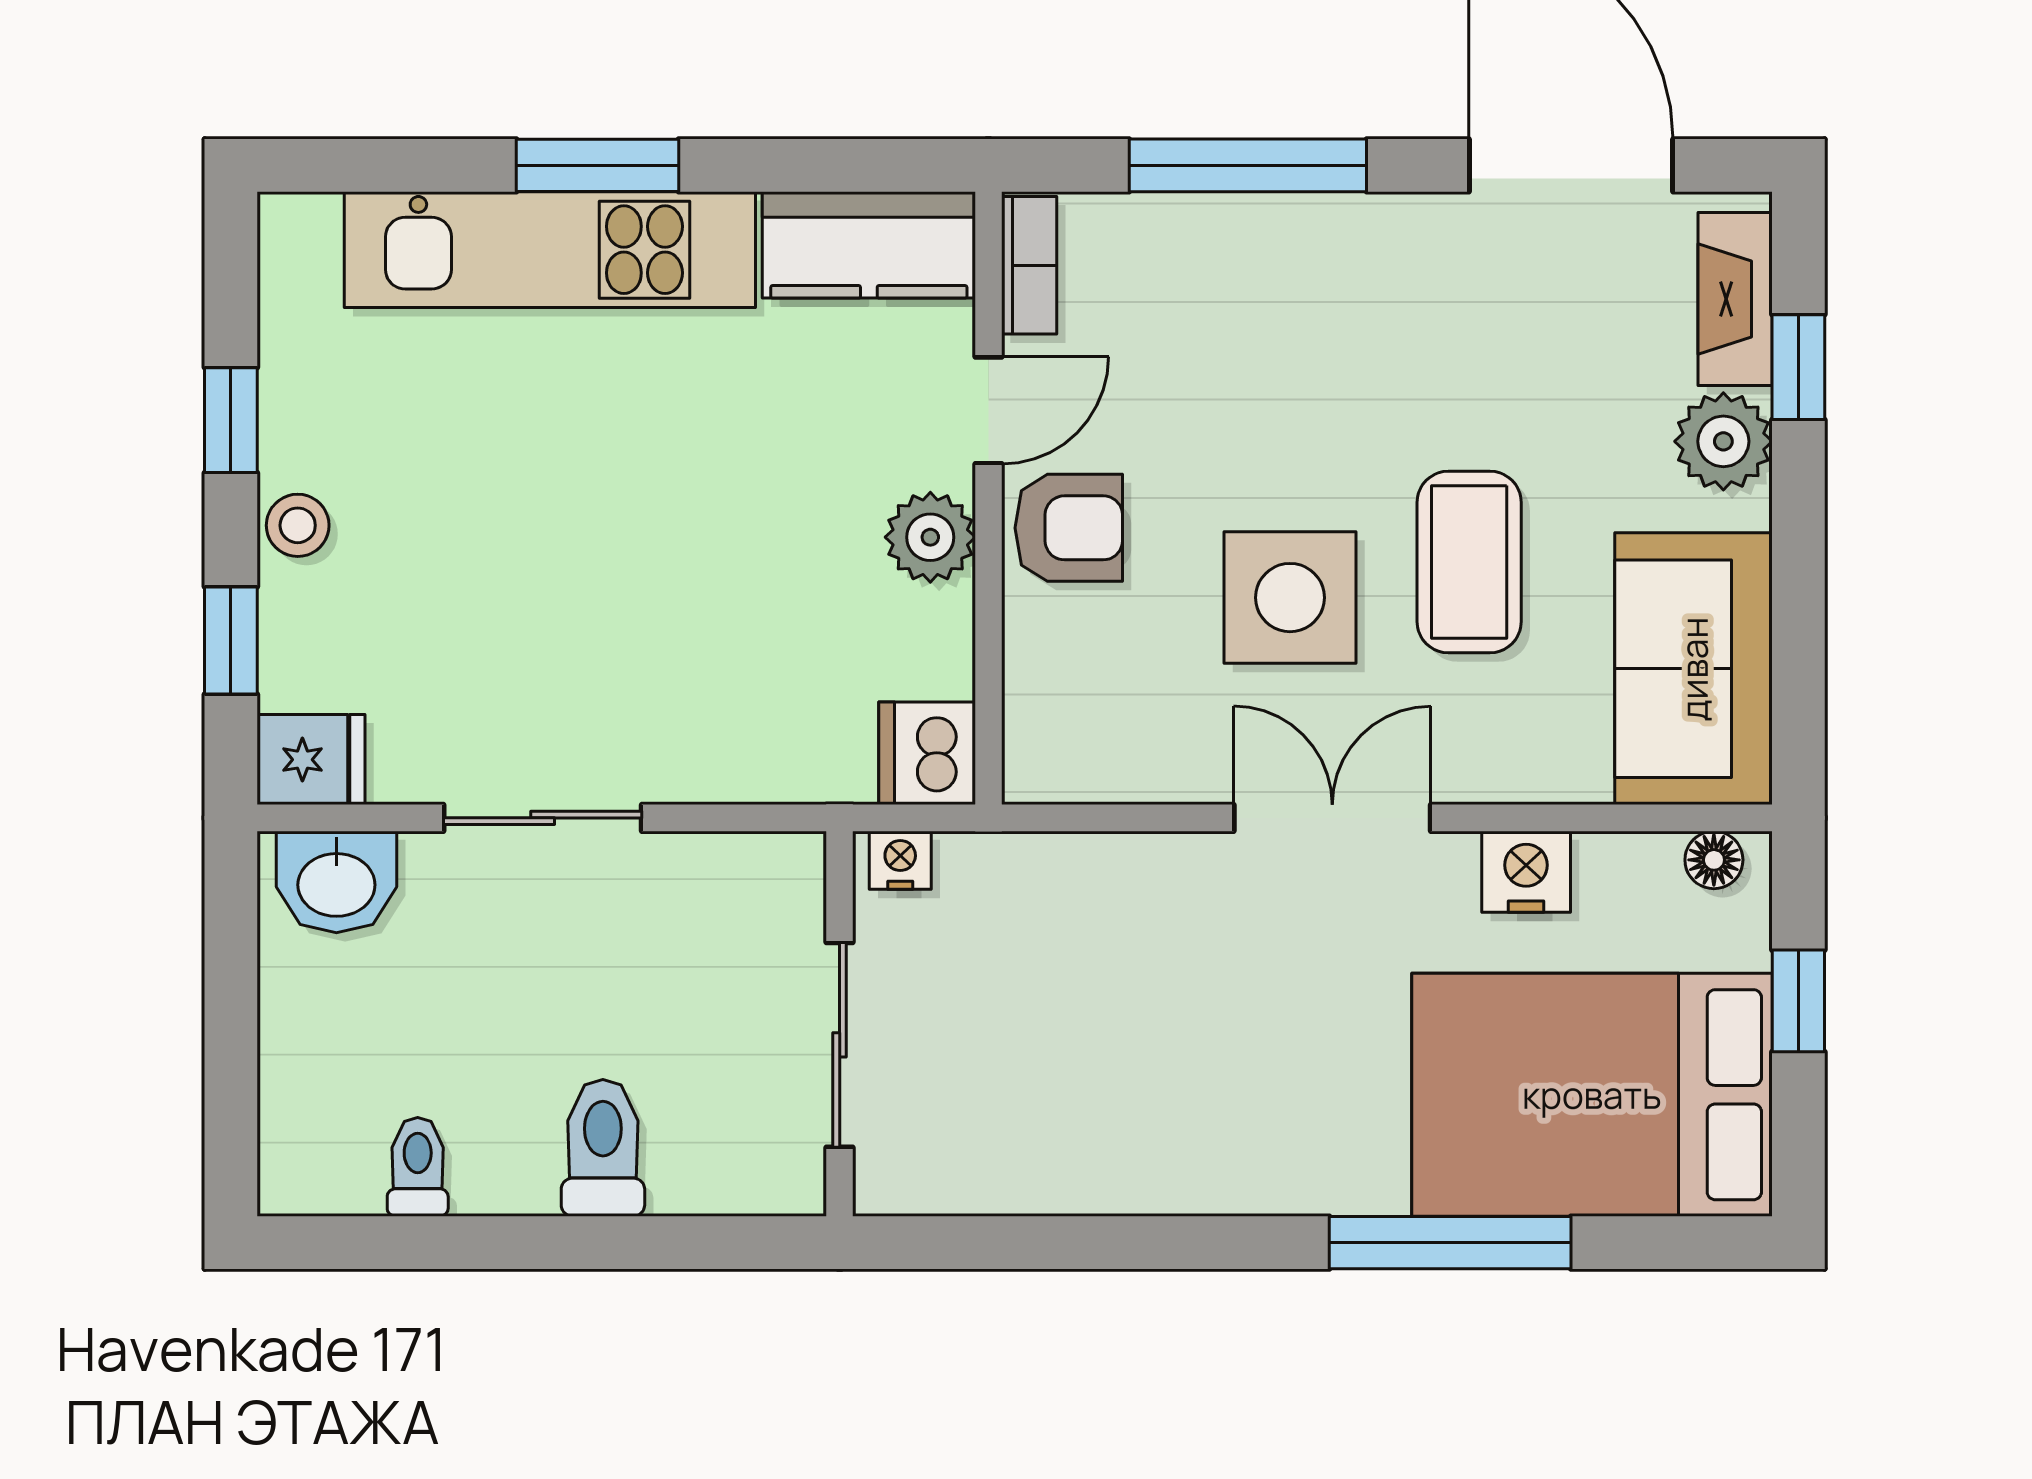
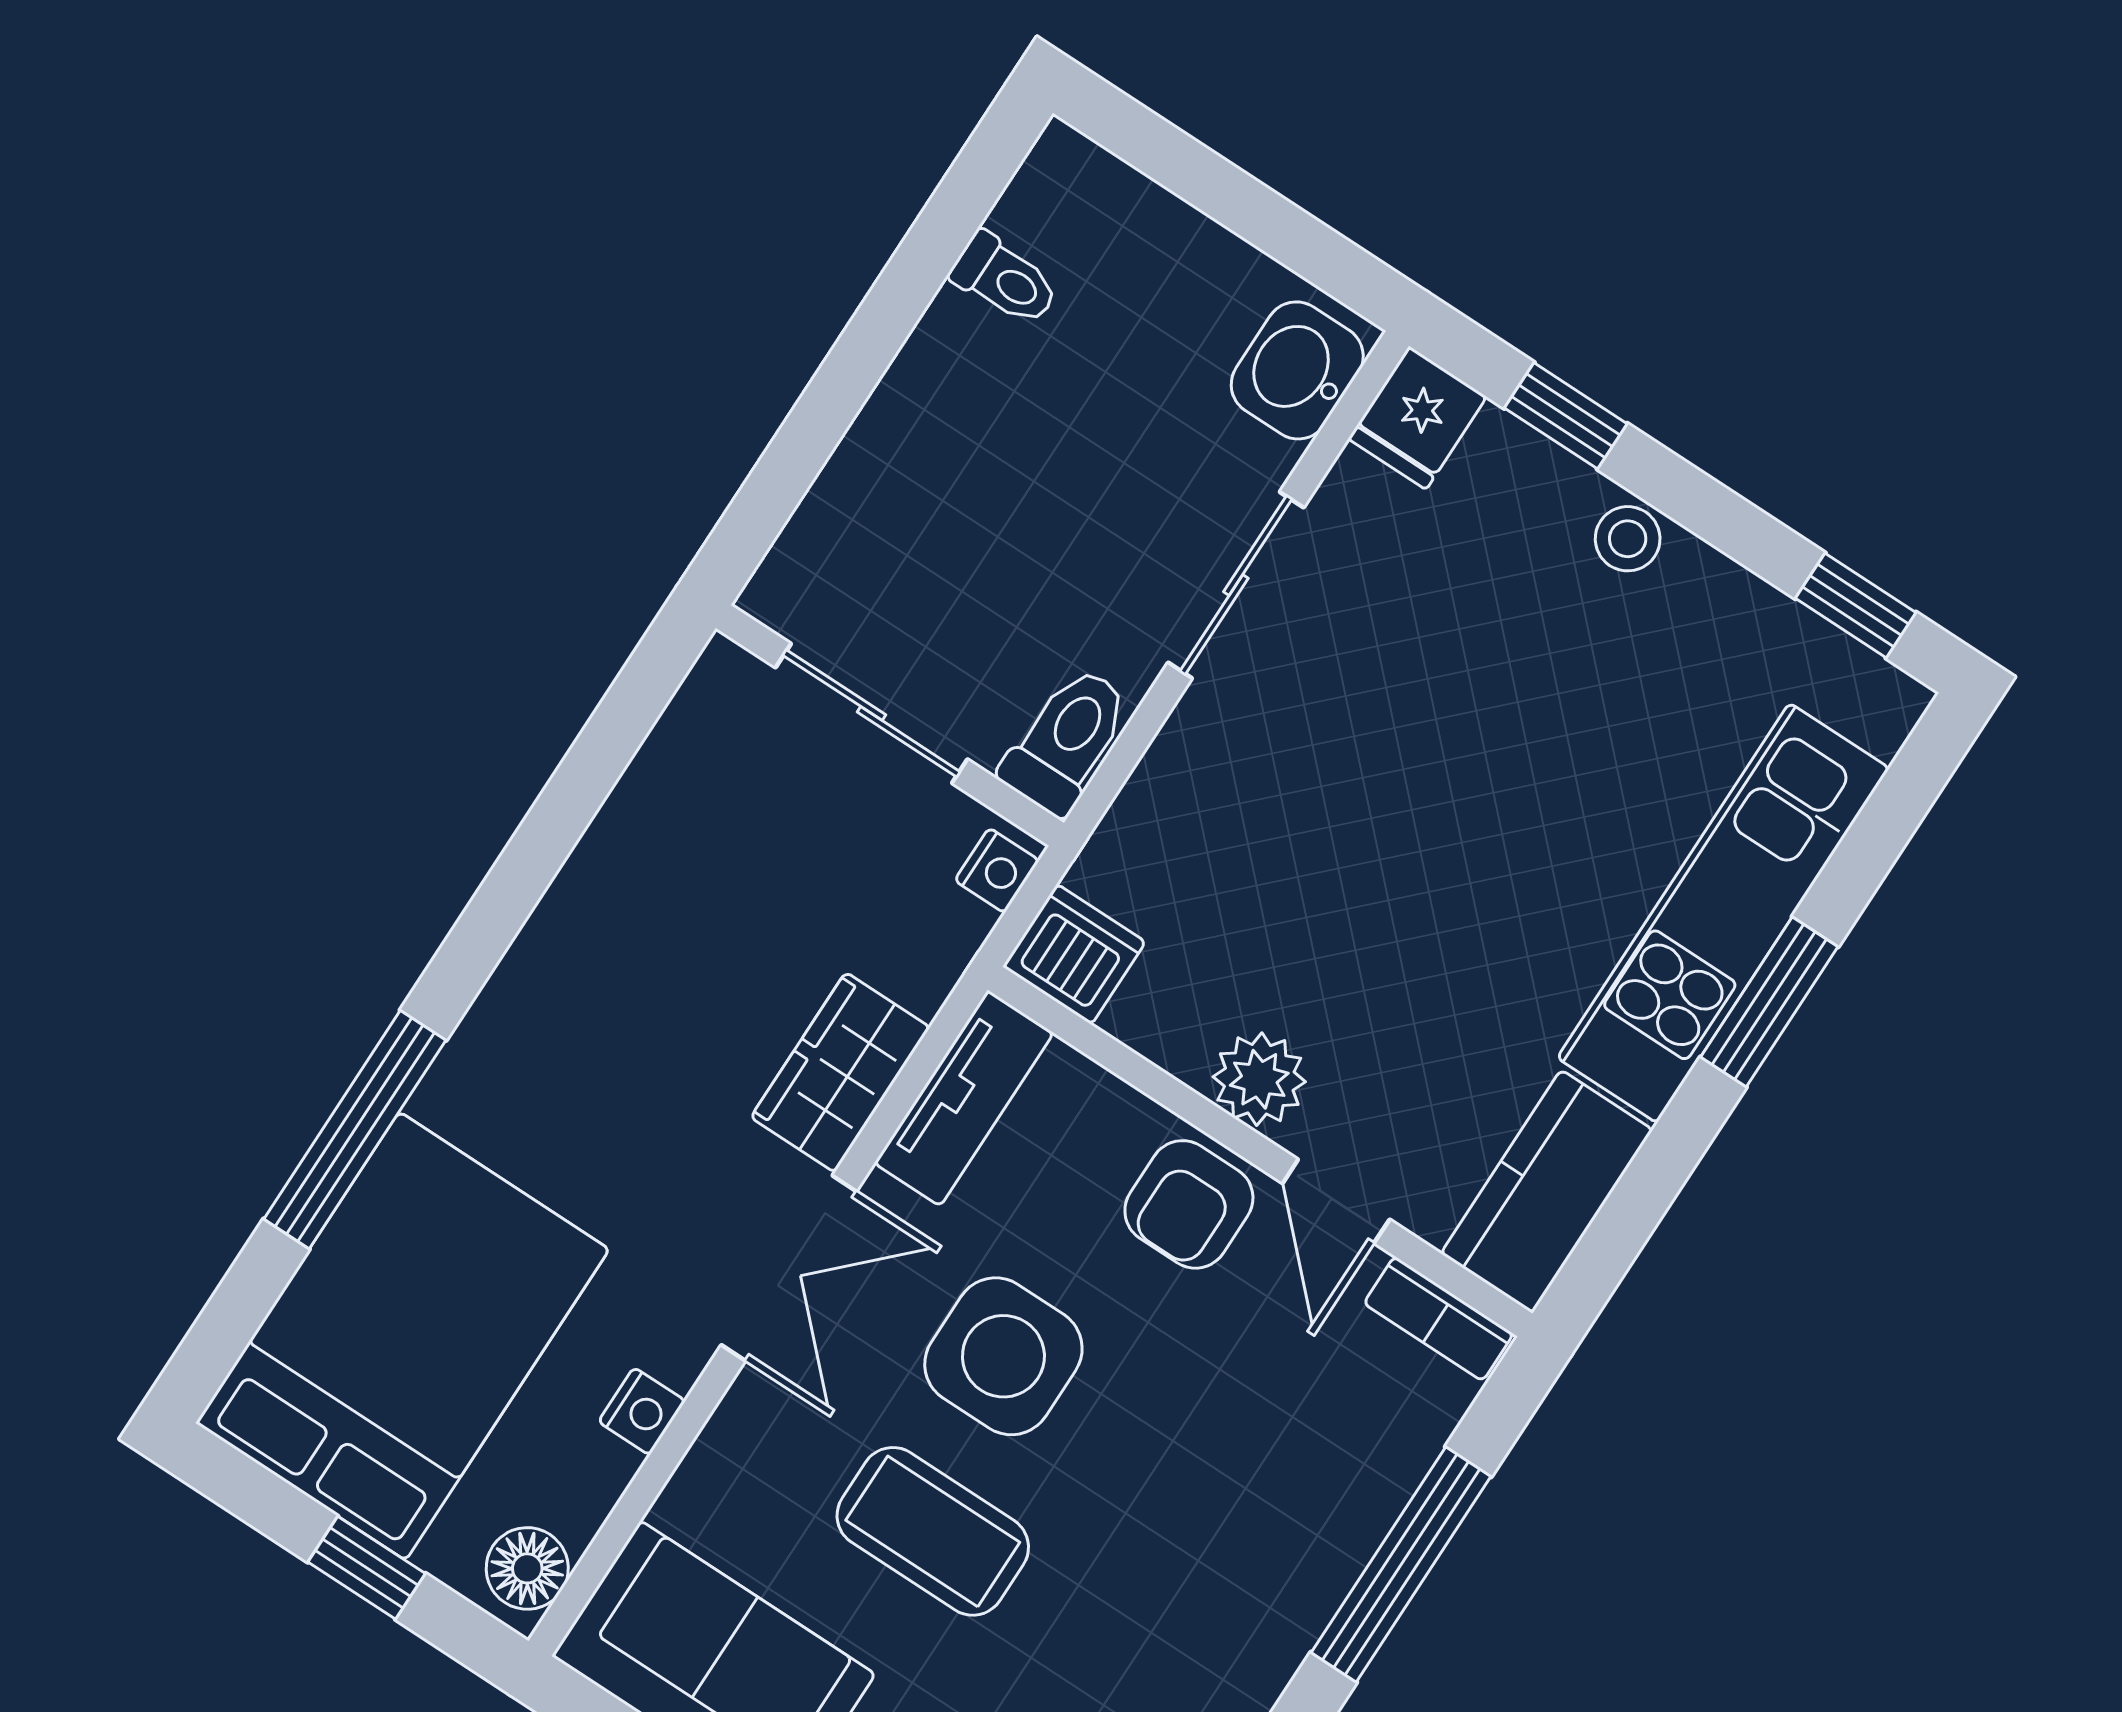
window: (231, 420) -> (1856, 605), moved
tv unit: (1102, 766) -> (964, 1098), added
floor lamp: (1714, 860) -> (527, 1568), width x1.37, depth x1.37
nightstand: (1526, 872) -> (642, 1411), width x0.72, depth x0.74
wardrobe: (1147, 880) -> (840, 1072), added
toilet: (603, 1148) -> (1067, 740), moved, turned -90

